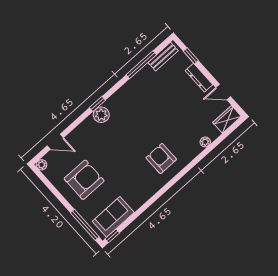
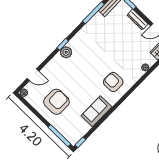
sofa: (113, 217) -> (96, 111), moved

